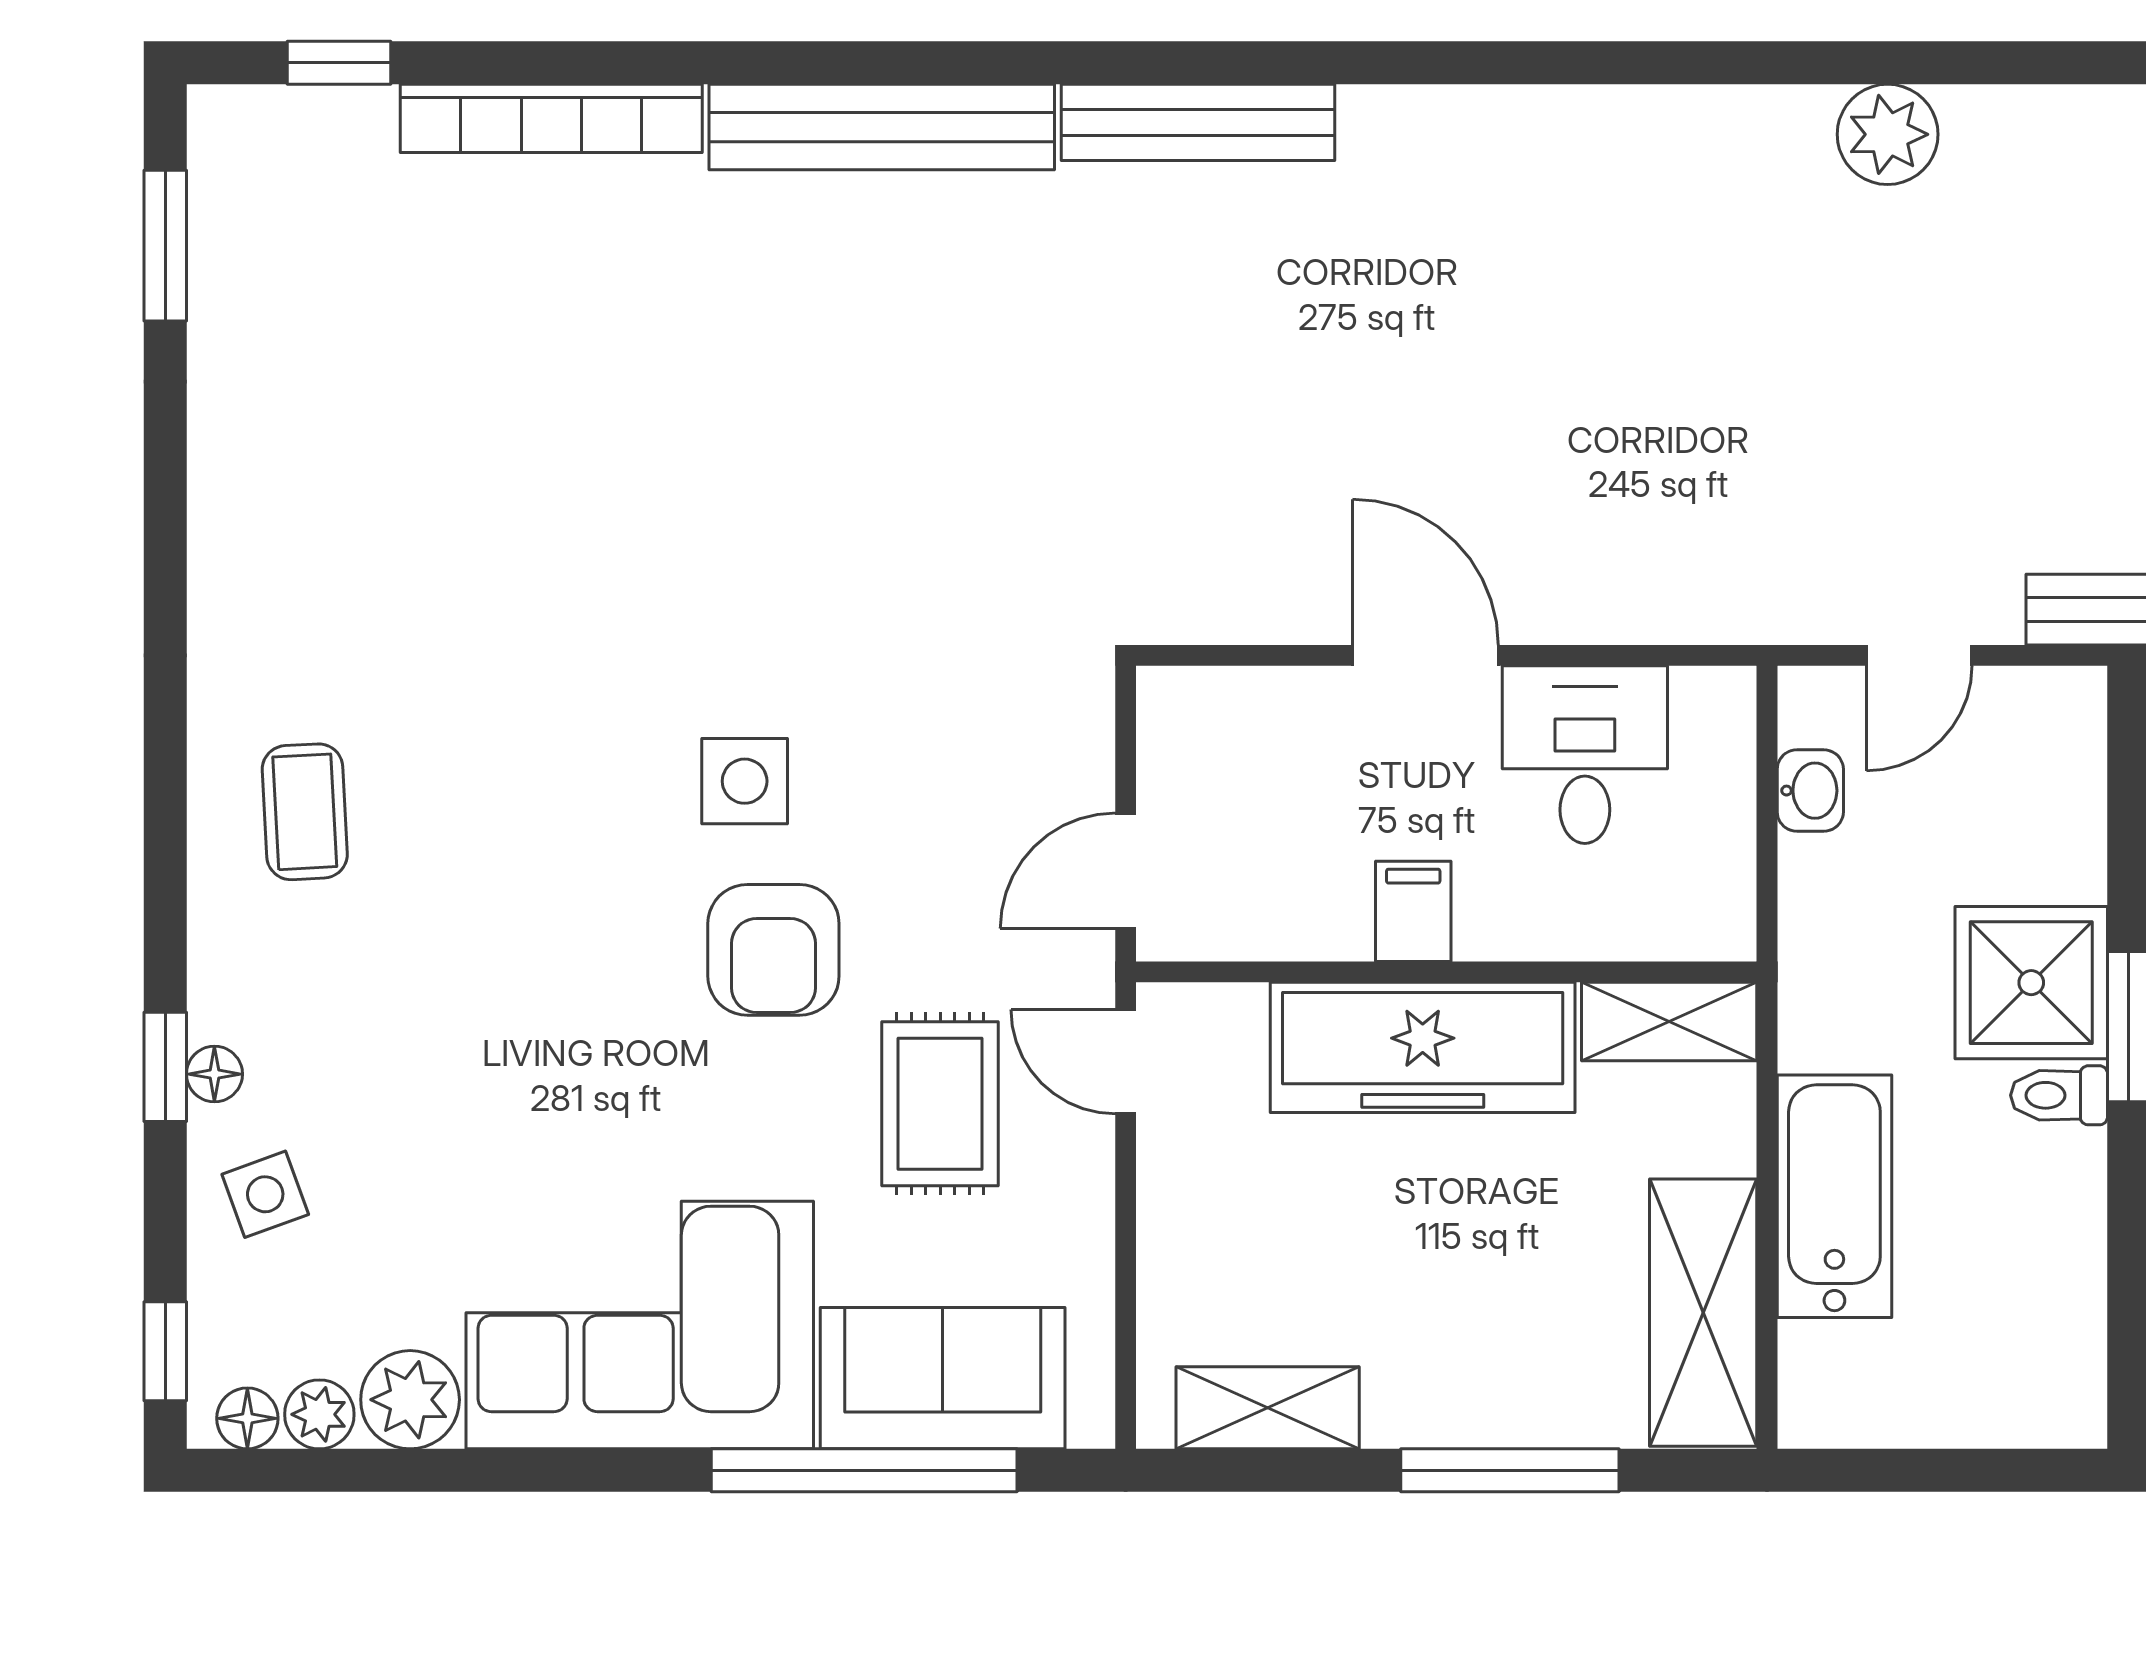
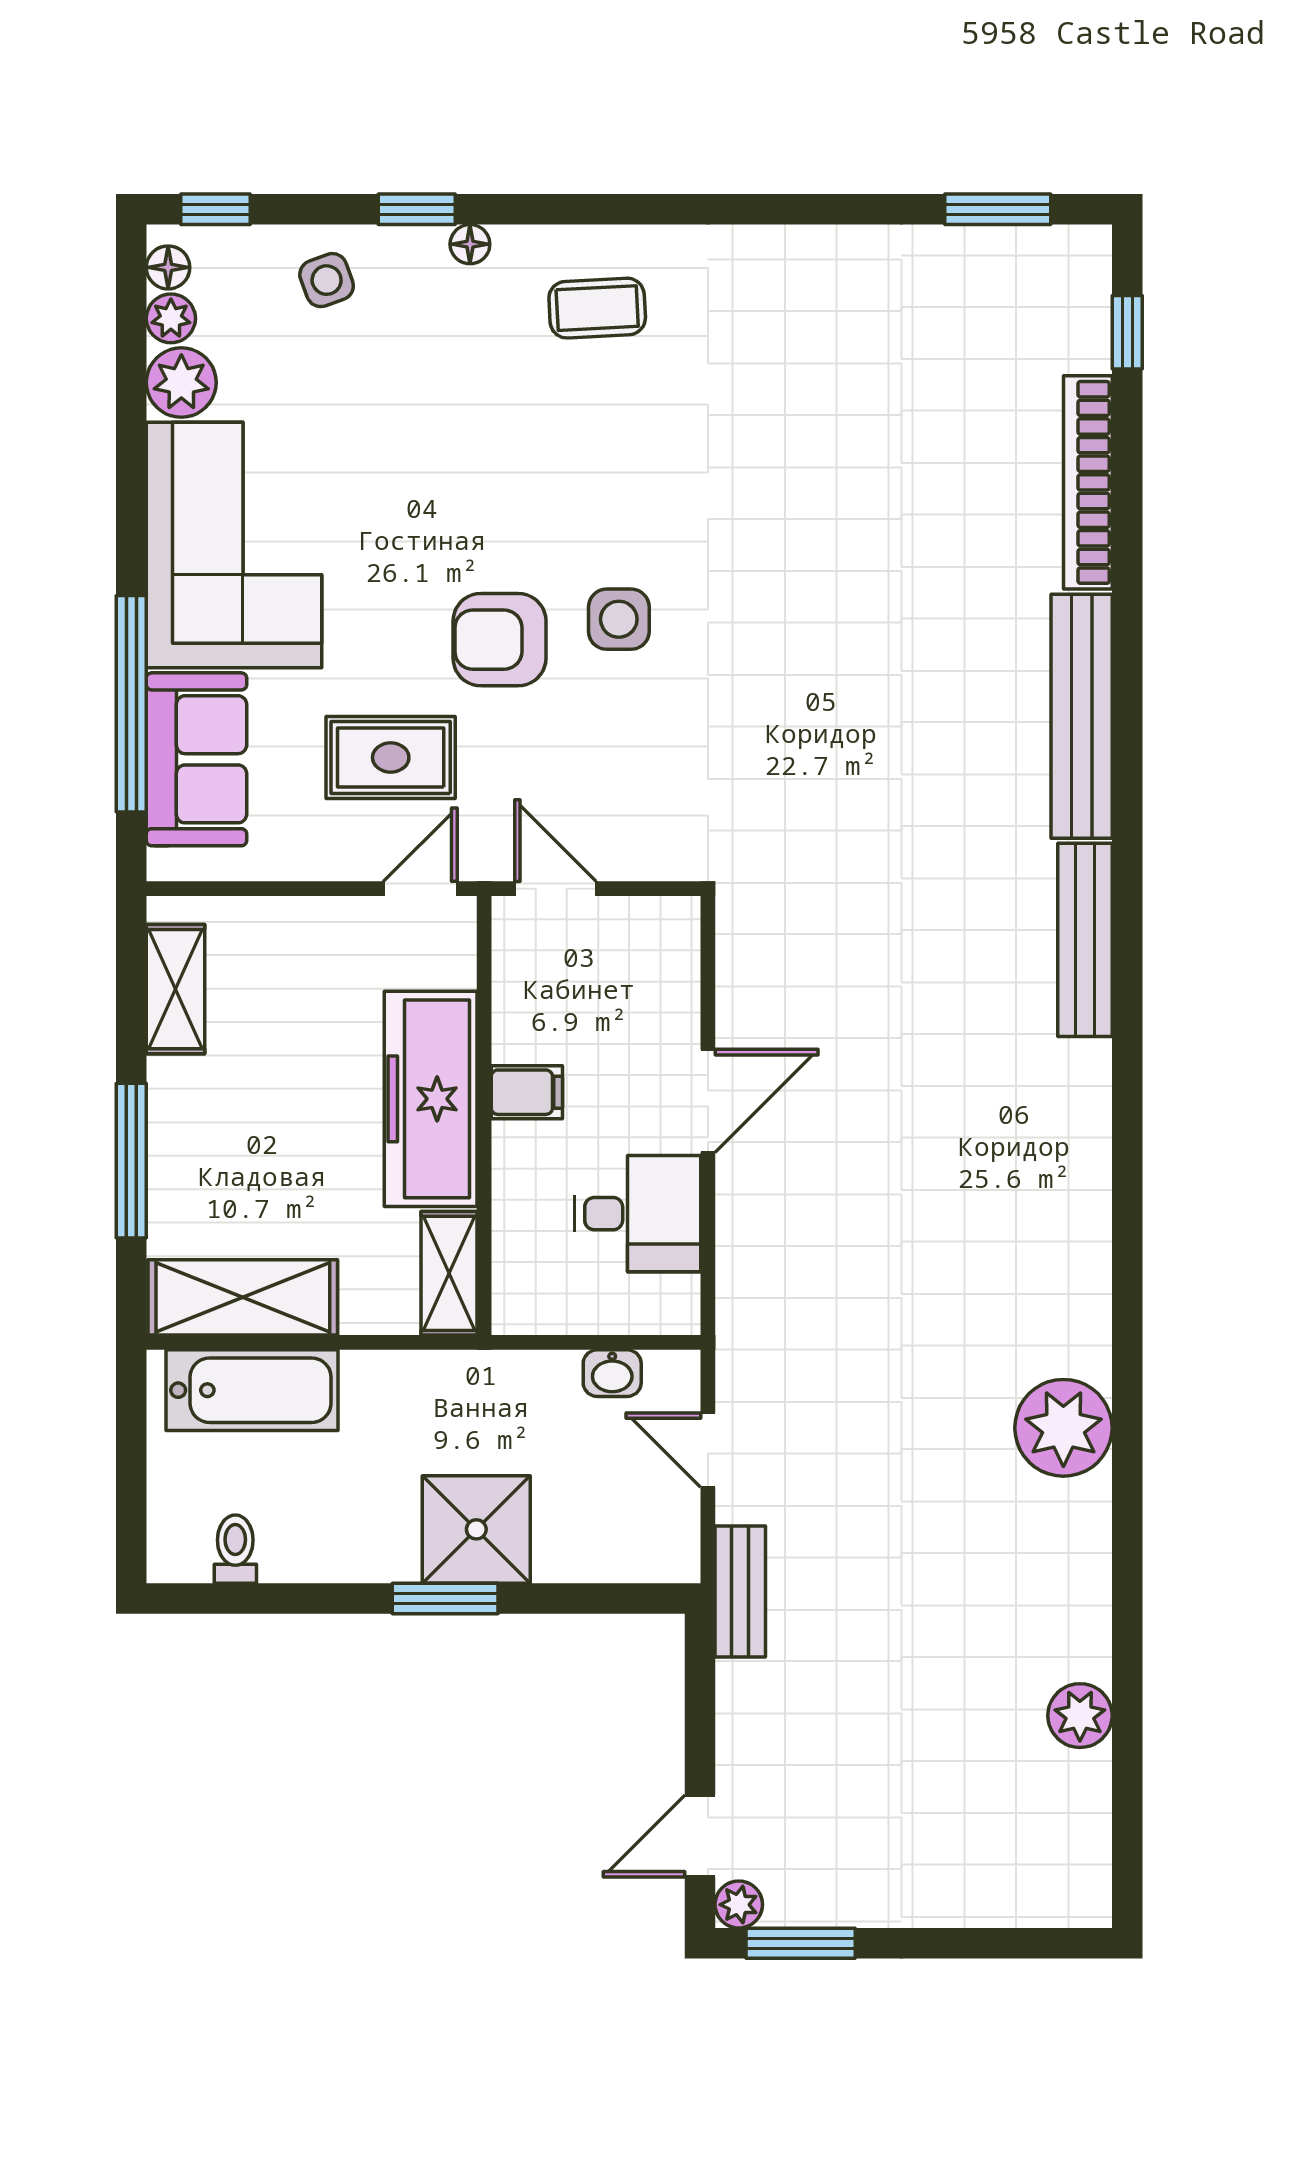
plant: (1888, 134) -> (1063, 1428), width x1.36, depth x1.36
floor lamp: (214, 1074) -> (470, 244), moved
toilet: (2059, 1095) -> (235, 1549), moved
bathtub: (1834, 1196) -> (252, 1390), moved

